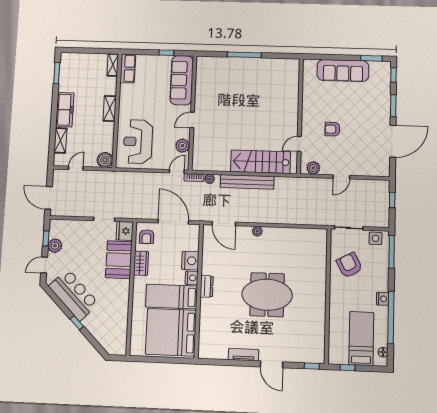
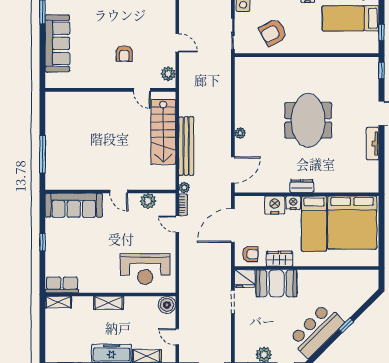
sofa: (182, 80) -> (74, 205), moved
wall: (192, 113) -> (110, 192), moved
door: (192, 120) -> (119, 192), moved
plant: (182, 146) -> (148, 201), moved

